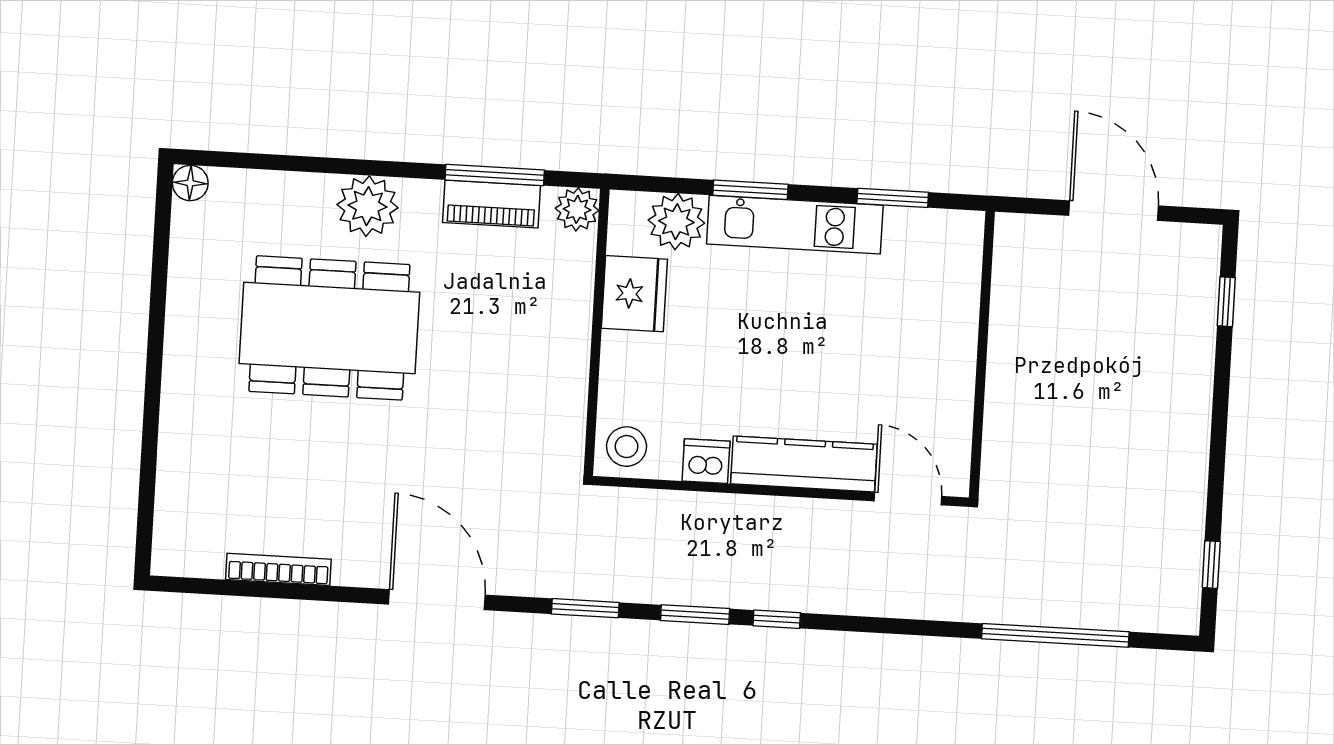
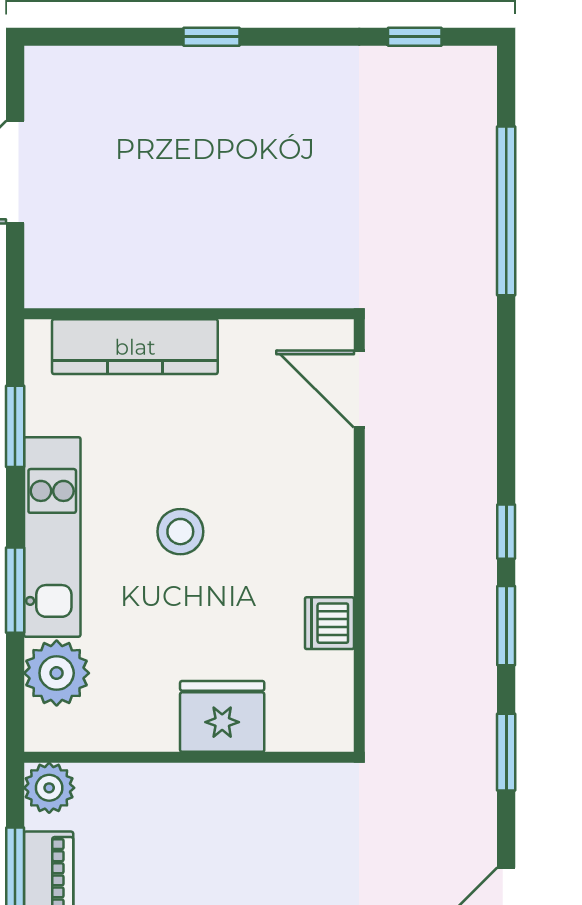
fridge: (634, 294) -> (222, 716), moved
window: (1226, 302) -> (211, 37), moved
stool: (627, 447) -> (180, 532), moved
kitchen counter: (804, 464) -> (135, 347), moved, turned -90
door: (908, 499) -> (359, 389), hinge flipped

